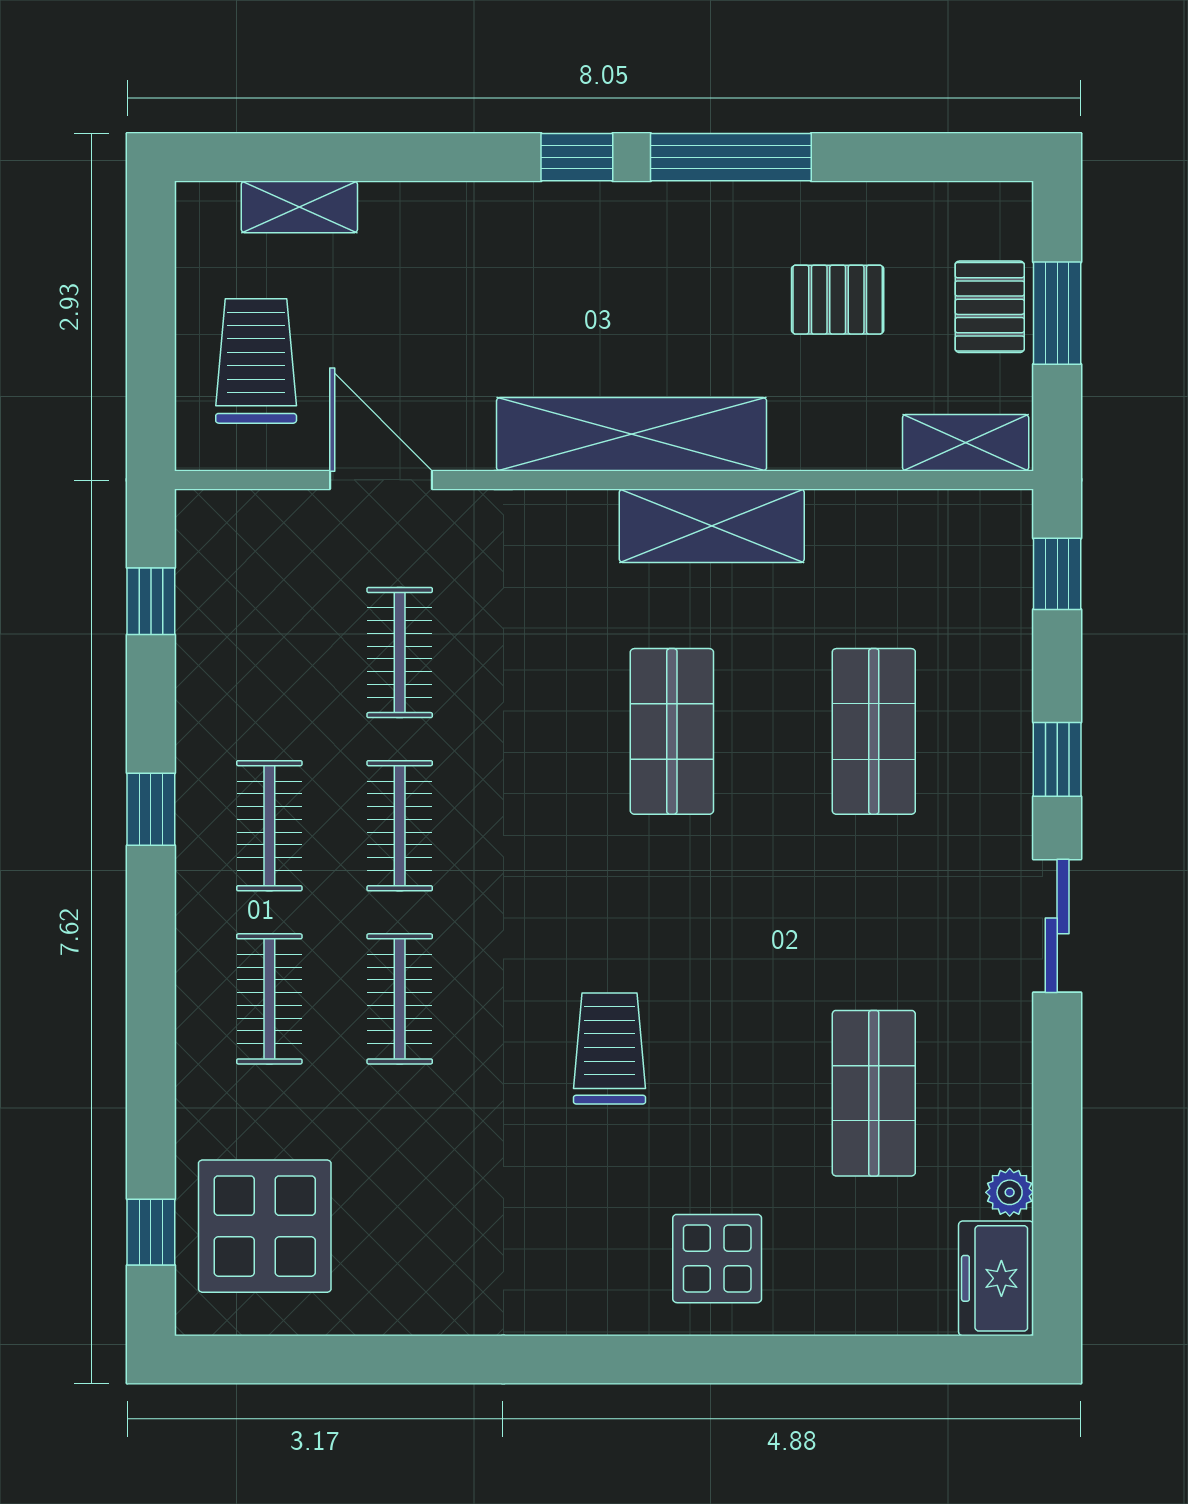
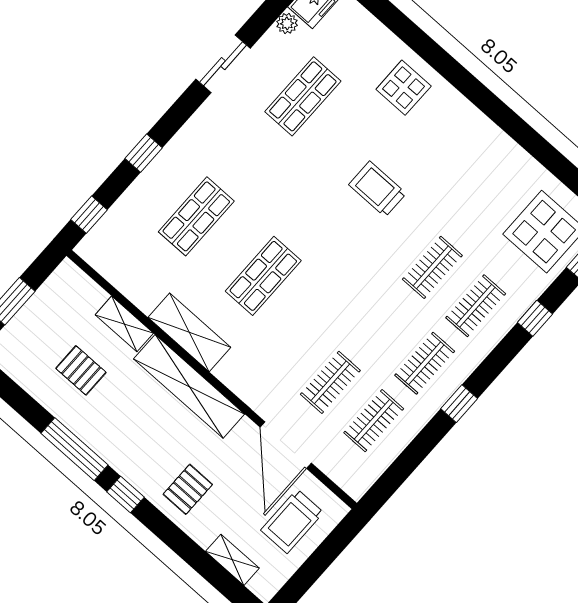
pallet: (990, 307) -> (188, 489), moved
shelving: (966, 443) -> (124, 324), moved
door: (381, 480) -> (286, 445), width x1.36
window: (151, 601) -> (535, 318), moved
clothes rail: (400, 826) -> (374, 421), moved
sliding door: (1057, 926) -> (223, 64), moved
trolley: (610, 1049) -> (377, 189), turned 90

